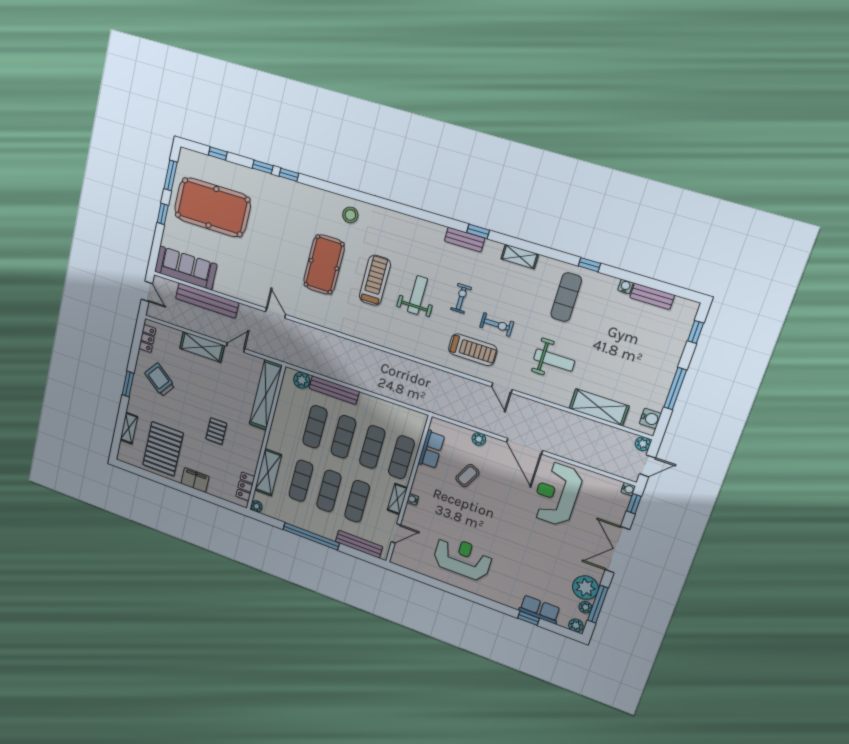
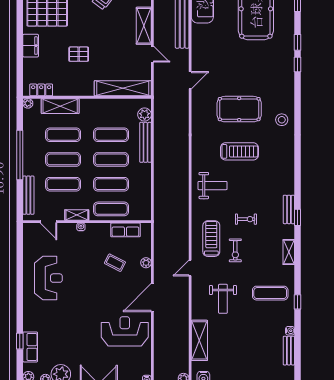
weight bench: (417, 295) -> (213, 186), moved
treadmill: (473, 350) -> (211, 239), turned 180

